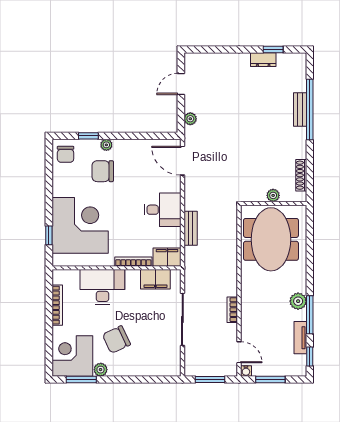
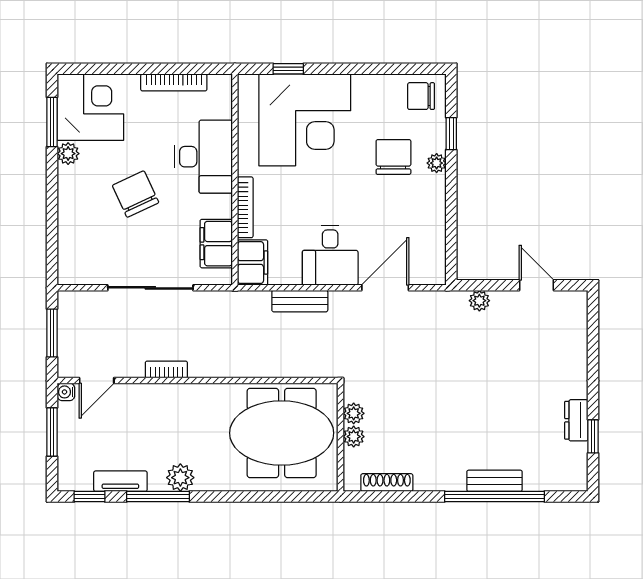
door: (182, 161) -> (385, 288), moved
plant: (259, 195) -> (354, 413), added
chair: (116, 340) -> (136, 194), moved

